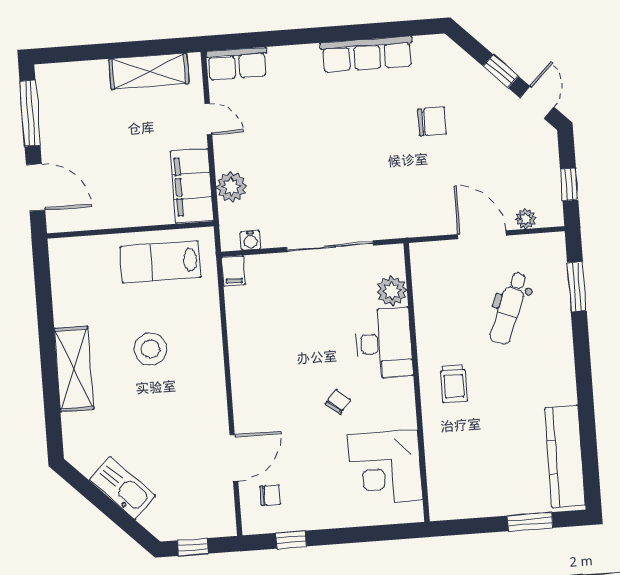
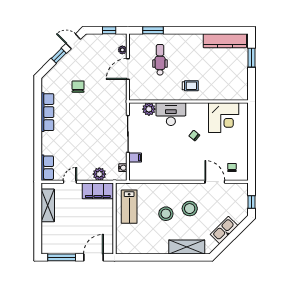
filing cabinet: (233, 271) -> (135, 158), moved
dental chair: (509, 308) -> (160, 60), turned -112
shelving: (74, 369) -> (187, 247), moved
stool: (167, 404) -> (190, 209), added
window: (291, 540) -> (251, 160), removed

